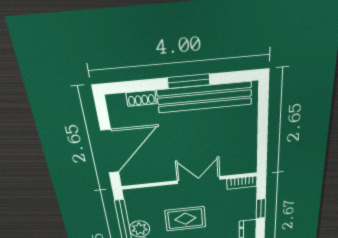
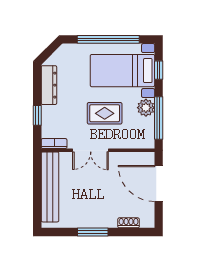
bench: (205, 97) -> (50, 187), moved, turned 90
door: (110, 151) -> (159, 183), hinge flipped

